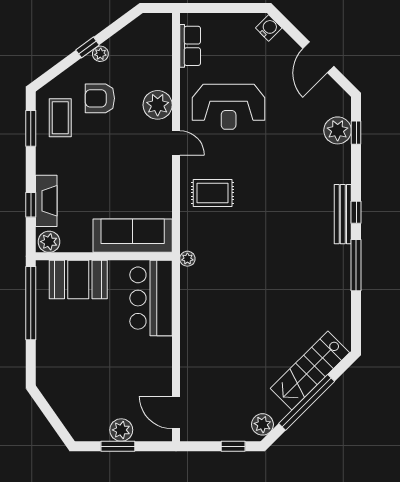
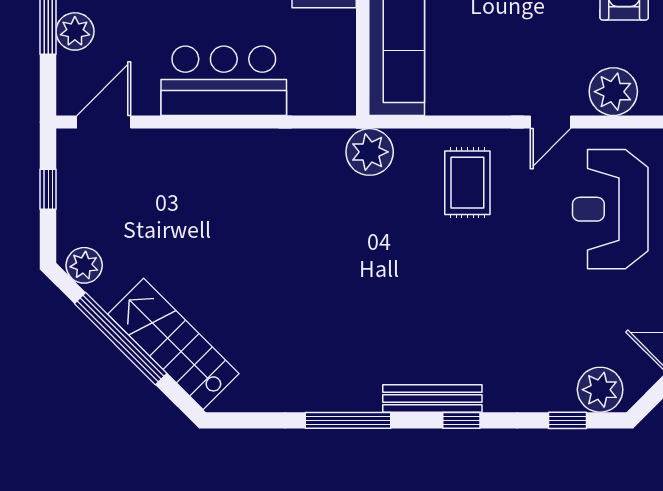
plant: (338, 130) -> (600, 390), moved
window: (356, 212) -> (461, 420), moved
plant: (187, 259) -> (370, 152), width x1.88, depth x1.88
bar counter: (151, 298) -> (224, 81), moved
window: (233, 446) -> (48, 189), moved

